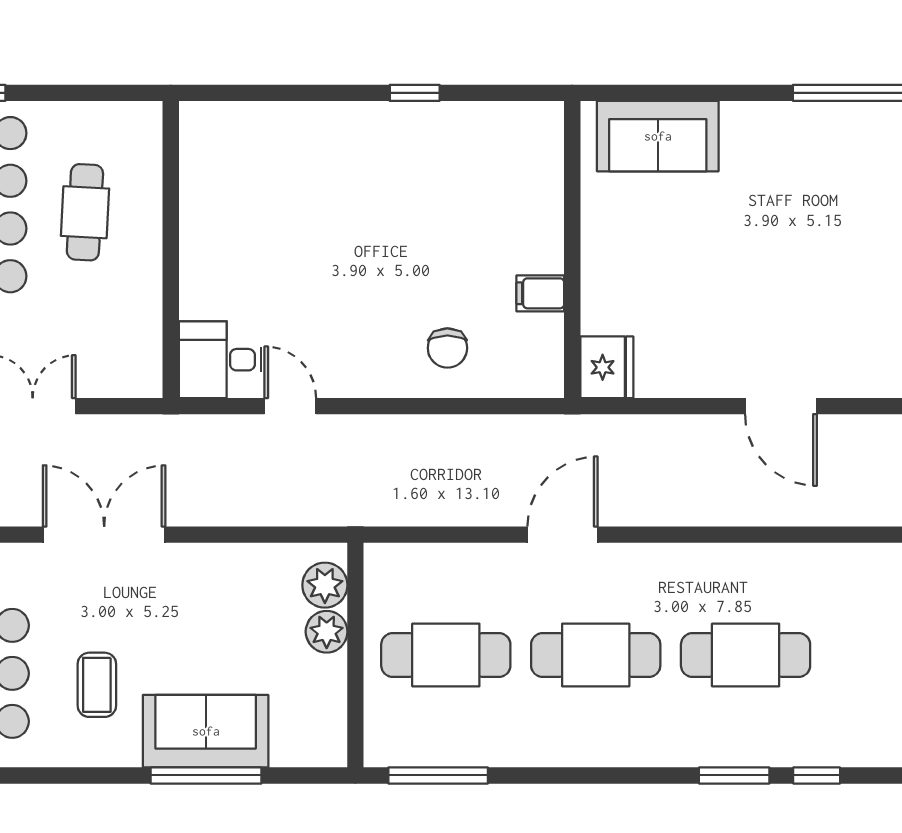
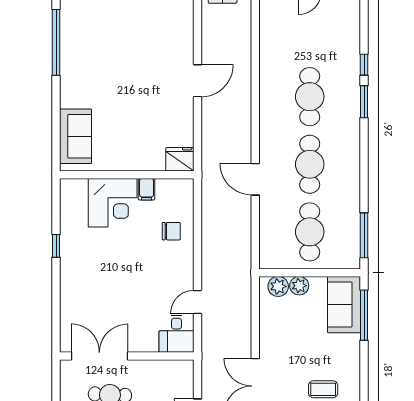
double door: (171, 189) -> (99, 356), added
corner desk: (510, 218) -> (113, 203), added
sofa: (206, 731) -> (344, 305), moved
window: (206, 775) -> (364, 315), moved

